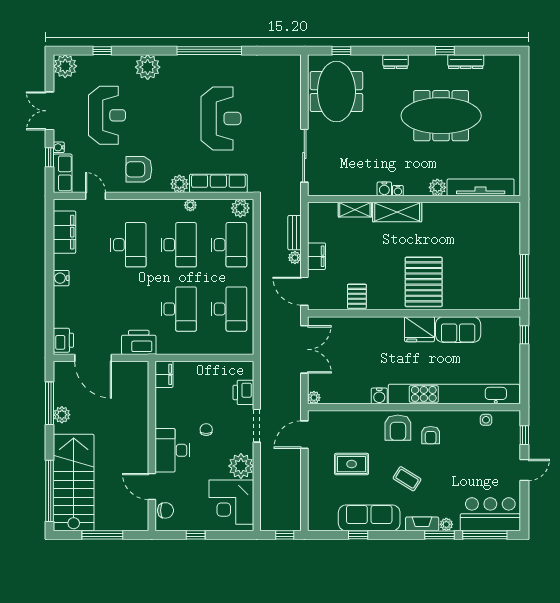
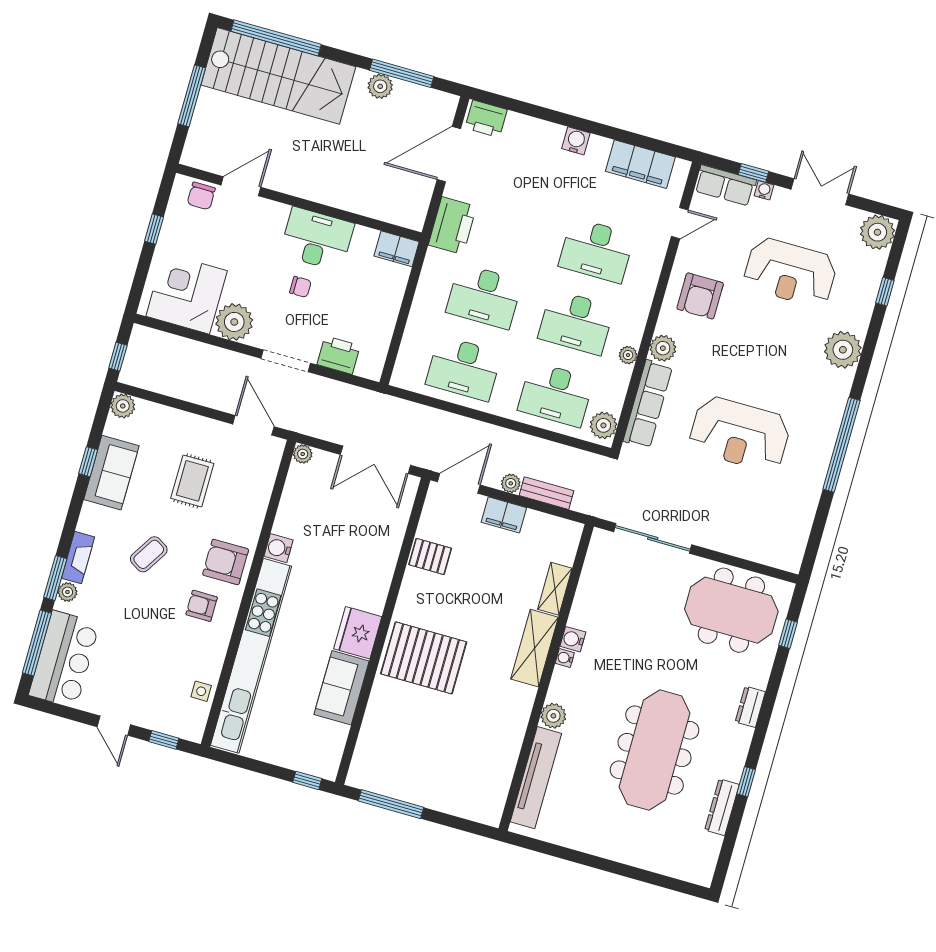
armchair: (139, 169) -> (700, 296), turned 180
desk: (172, 450) -> (317, 239), moved
sofa: (369, 518) -> (111, 473), width x0.73
plant: (316, 523) -> (123, 406), added

